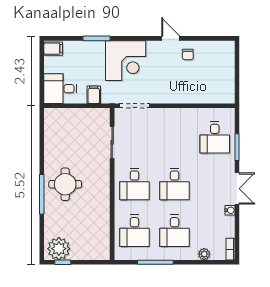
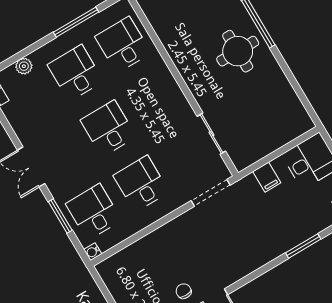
corner desk: (126, 61) -> (253, 240), removed
desk: (134, 184) -> (141, 184), moved
water cooler: (230, 210) -> (93, 252), moved

